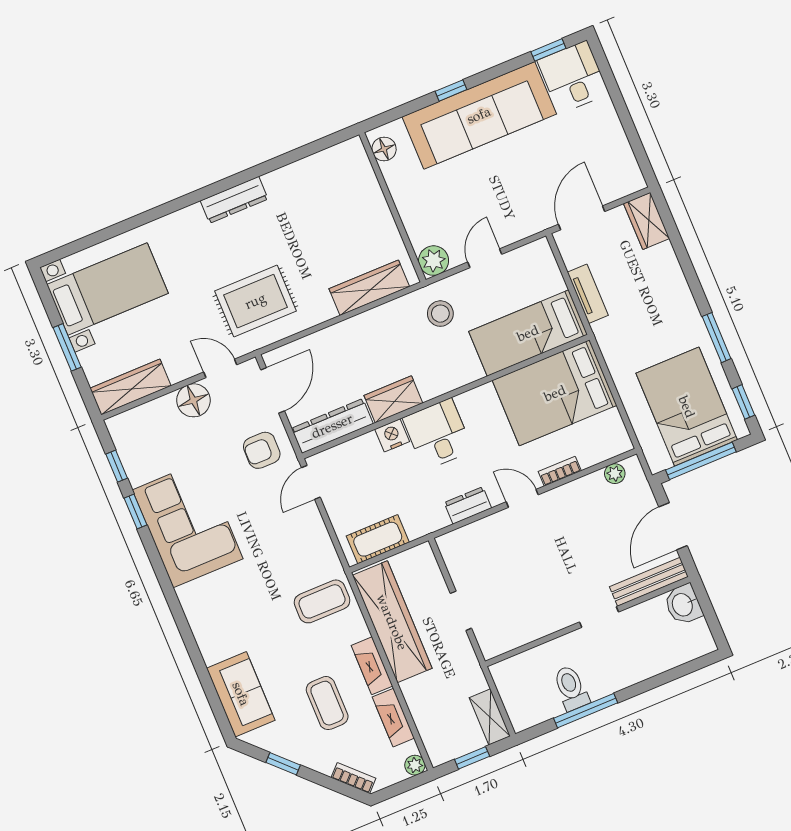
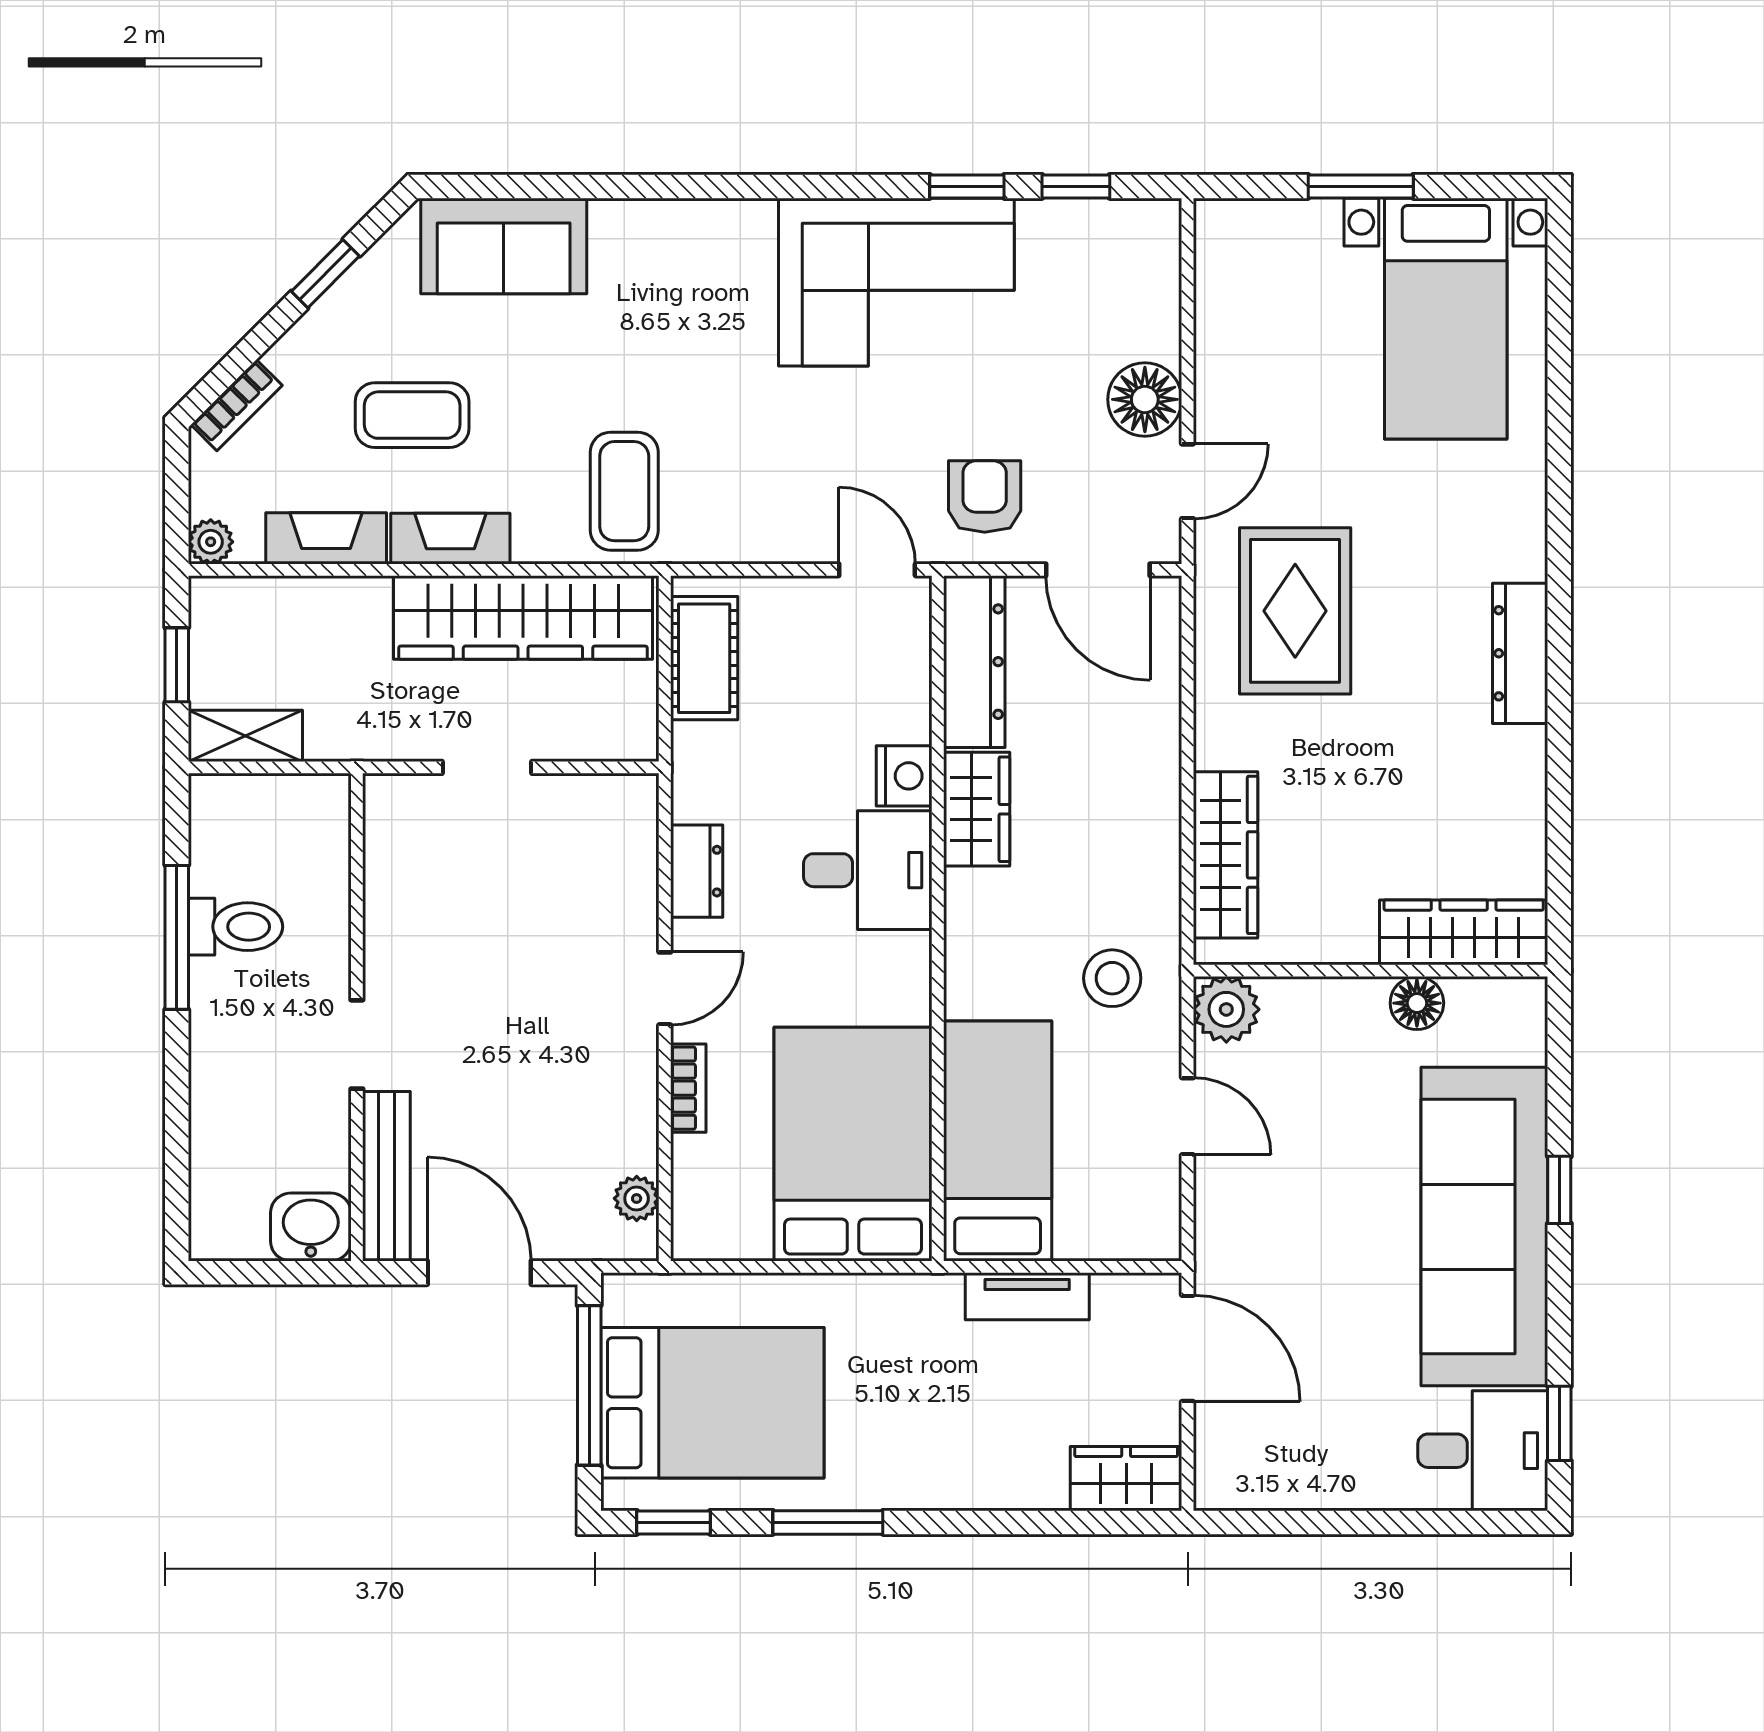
floor lamp: (384, 149) -> (1417, 1003), moved
wardrobe: (130, 387) -> (1464, 932), moved, turned -90

